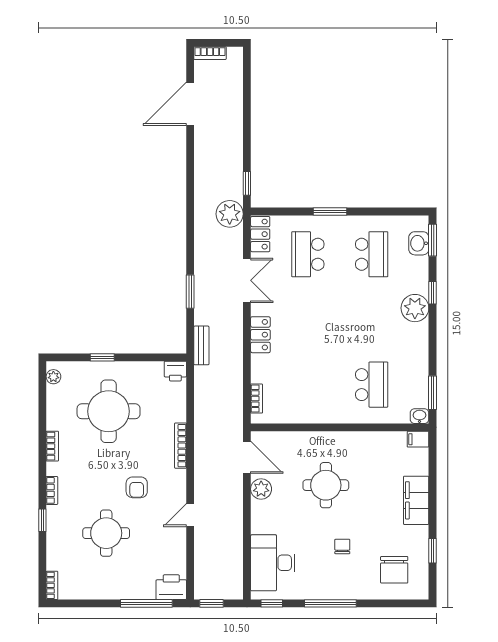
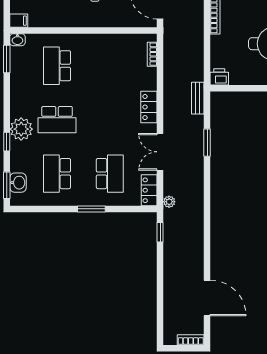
door: (190, 104) -> (207, 298), hinge flipped
plant: (230, 214) -> (169, 202), width x0.53, depth x0.53
school desk: (372, 319) -> (57, 120), added

